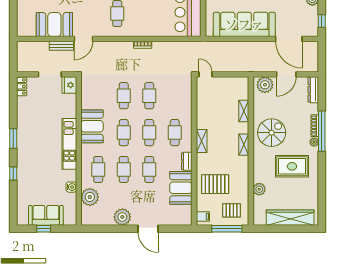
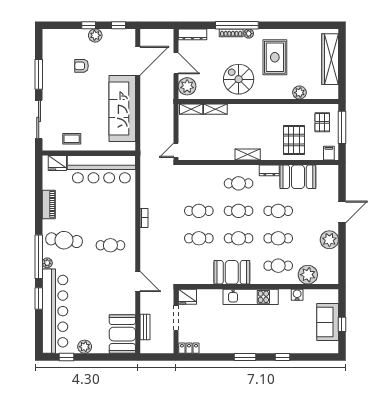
booth: (54, 25) -> (122, 334), moved
bench: (61, 46) -> (145, 327), moved
shelving: (244, 145) -> (191, 109), moved

